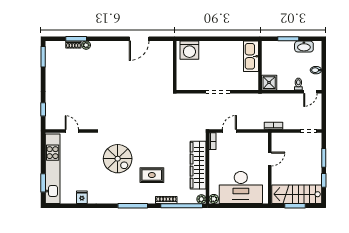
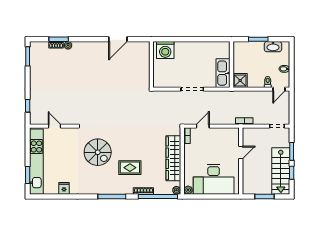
kitchen sink: (251, 56) -> (223, 73), moved
stairs: (297, 194) -> (281, 171), moved, turned -90

